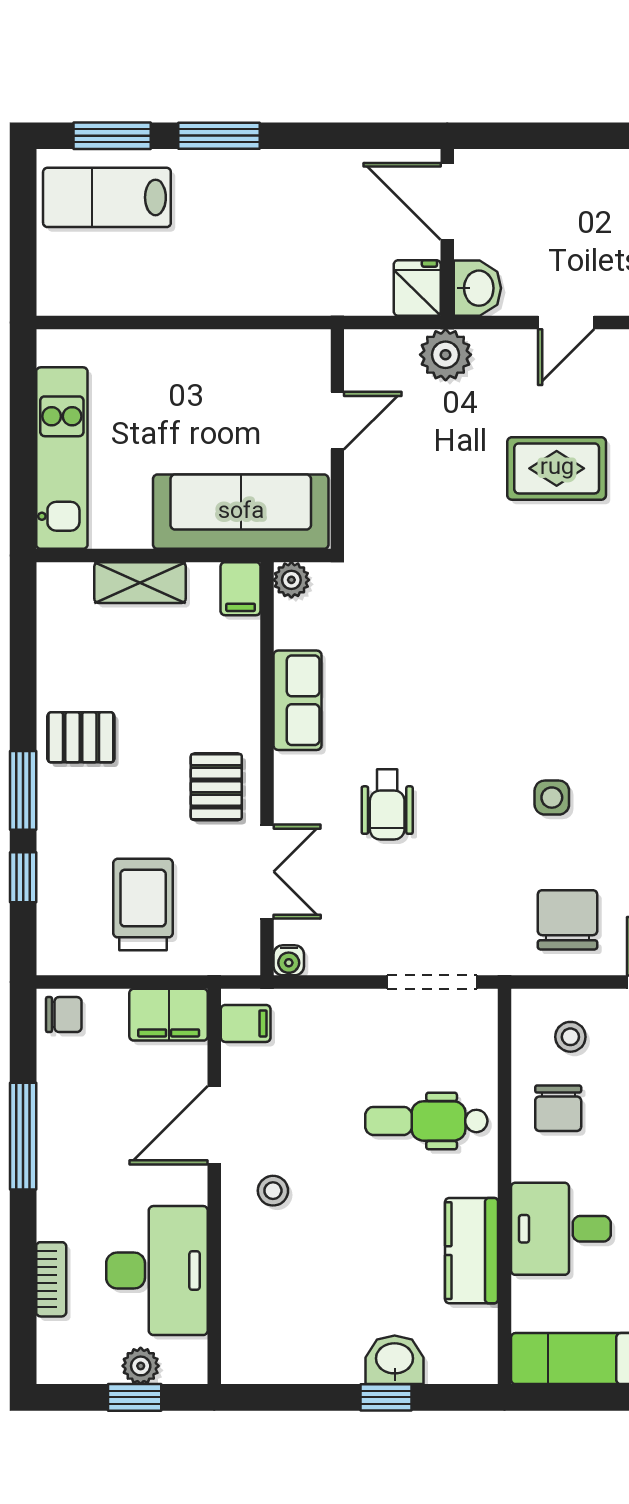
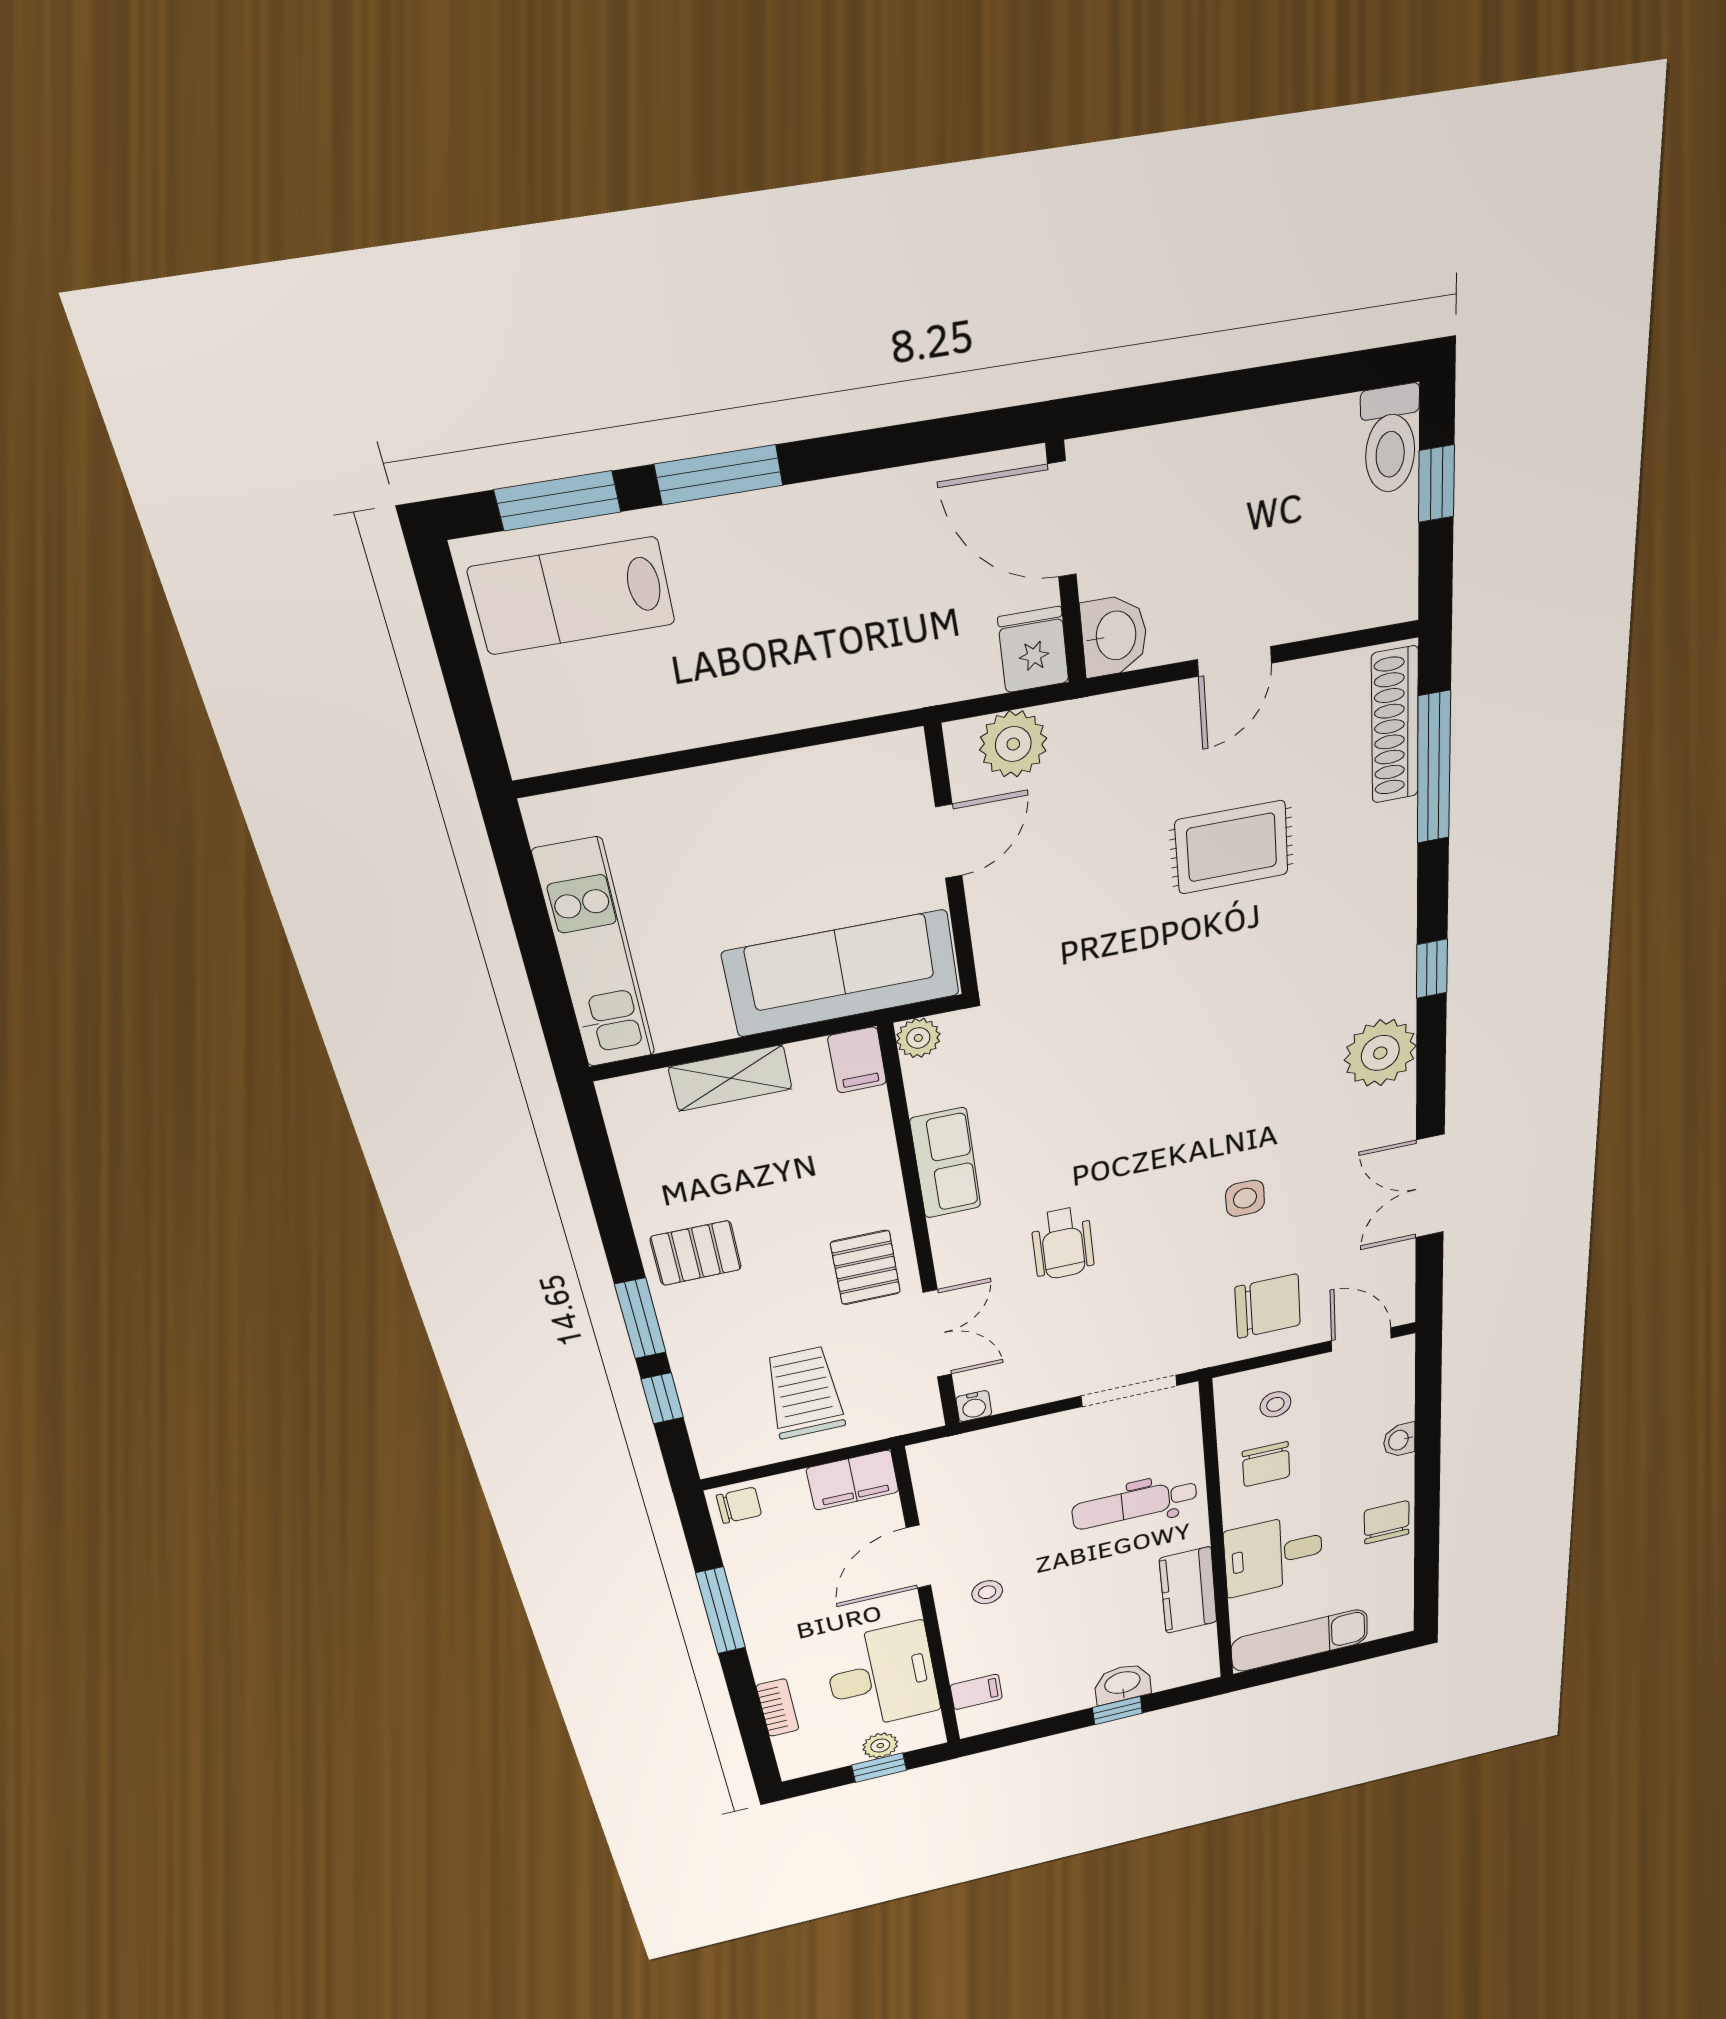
plant: (446, 355) -> (1013, 744), moved
chair: (568, 920) -> (1268, 1306), turned 90
filing cabinet: (246, 1023) -> (976, 1692), moved

